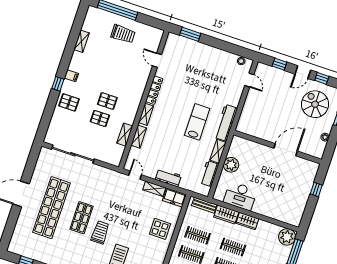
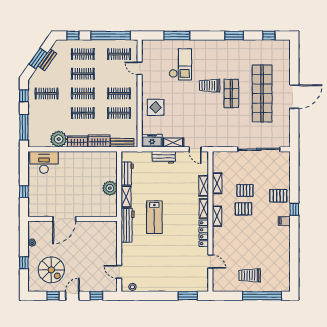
shelving: (81, 41) -> (217, 216), moved
desk: (240, 196) -> (44, 162), moved
trolley: (100, 232) -> (210, 86), turned 90
plant: (287, 237) -> (59, 139), moved

